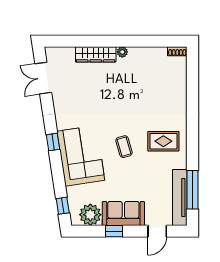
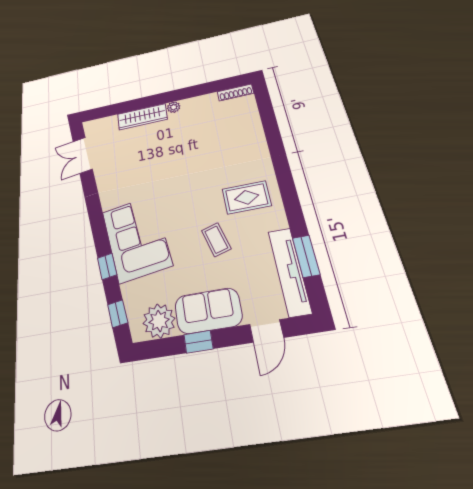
shoe rack: (177, 51) -> (235, 92), width x1.43
window: (53, 142) -> (107, 266), moved
coffee table: (124, 147) -> (216, 240), moved
window: (192, 190) -> (306, 256), width x0.69

